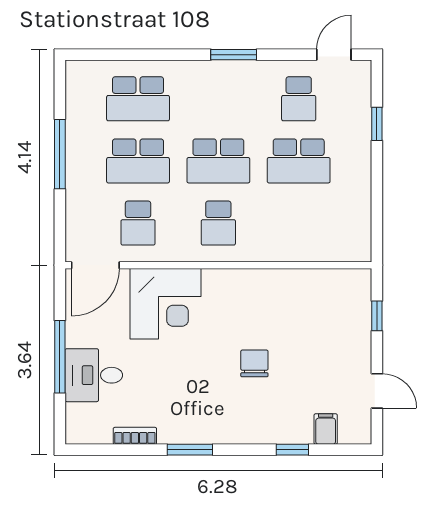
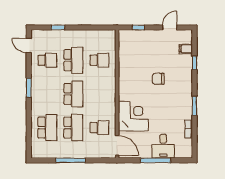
school desk: (218, 223) -> (99, 60), moved

